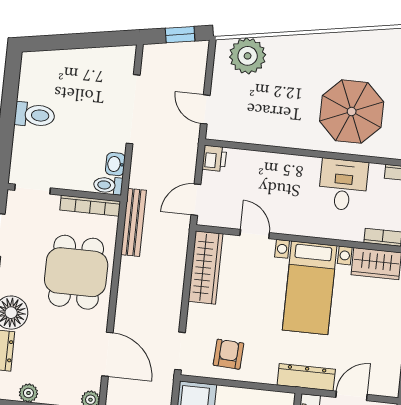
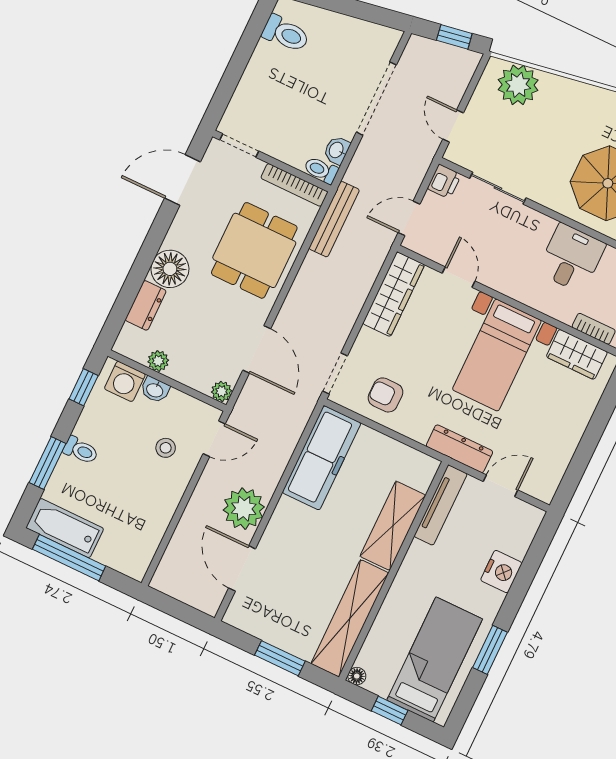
toilet: (35, 115) -> (286, 34), moved
sliding door: (261, 148) -> (498, 188), added
armchair: (228, 354) -> (385, 395), turned -93

